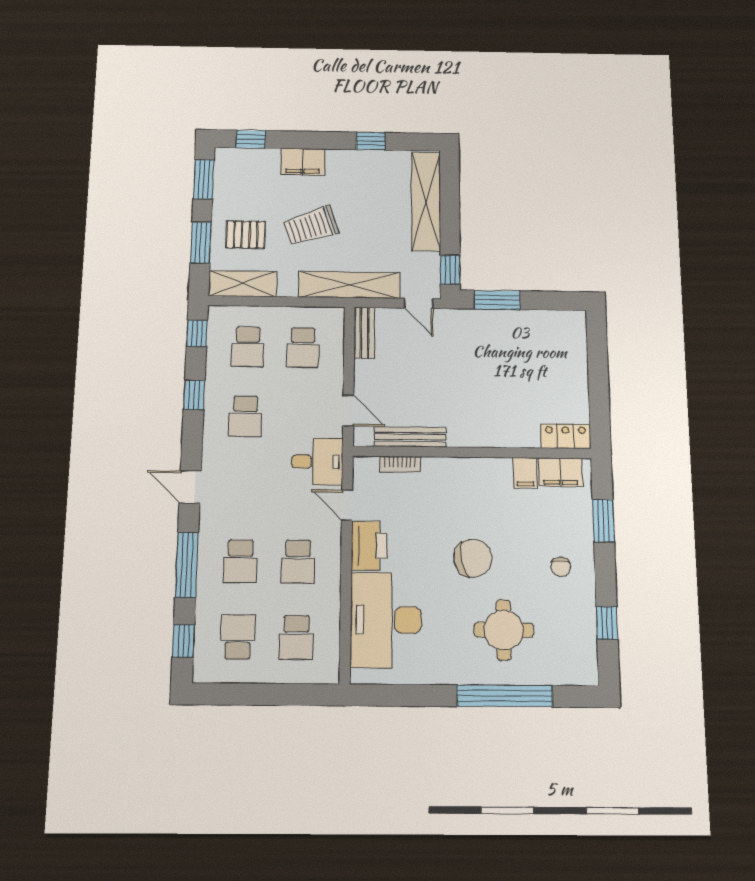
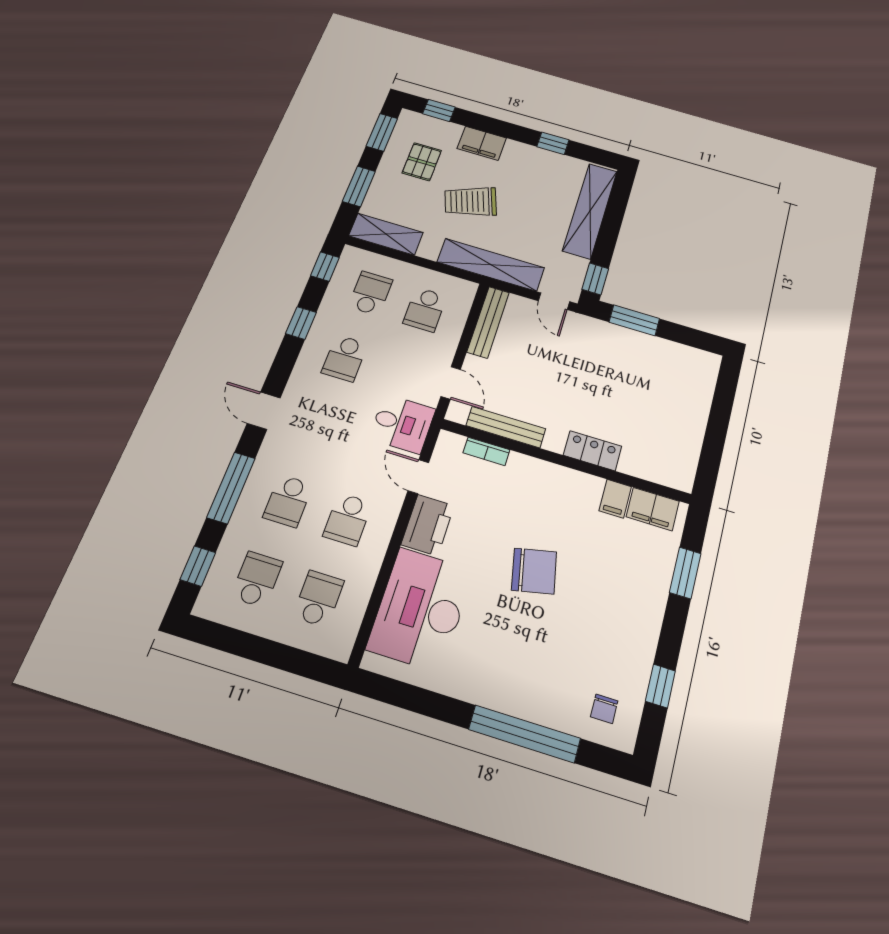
pallet: (246, 235) -> (422, 162), moved, turned 90
bench: (364, 333) -> (488, 322), width x1.36
school desk: (248, 347) -> (370, 293), turned 180
locker: (566, 436) -> (593, 451), moved
chair: (561, 567) -> (604, 709), moved
round table: (504, 630) -> (545, 659), removed
school desk: (296, 637) -> (318, 599), turned 180

